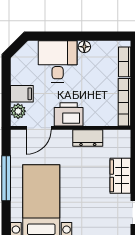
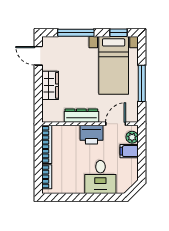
floor lamp: (84, 47) -> (79, 189), removed
dresser: (88, 138) -> (81, 116), width x1.44

